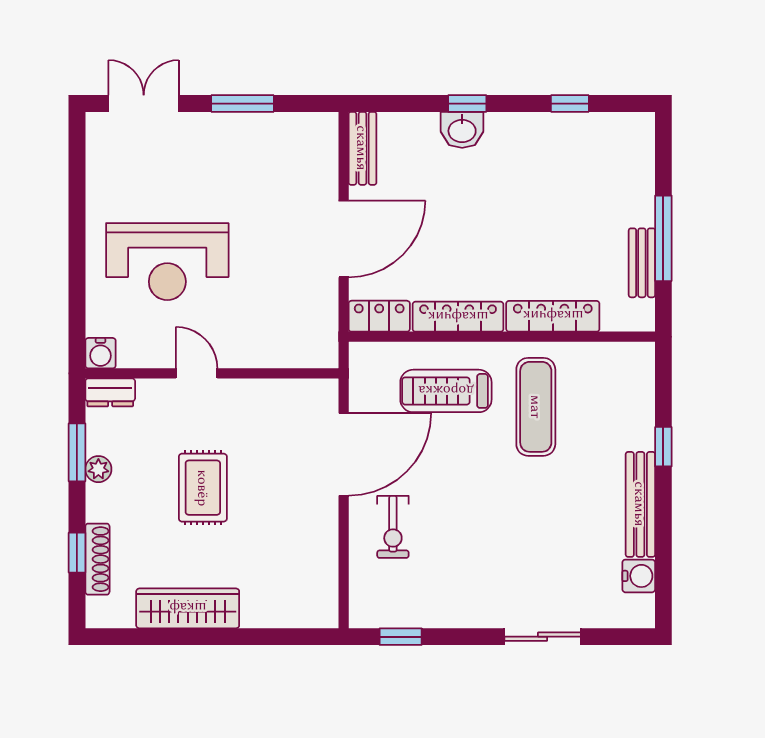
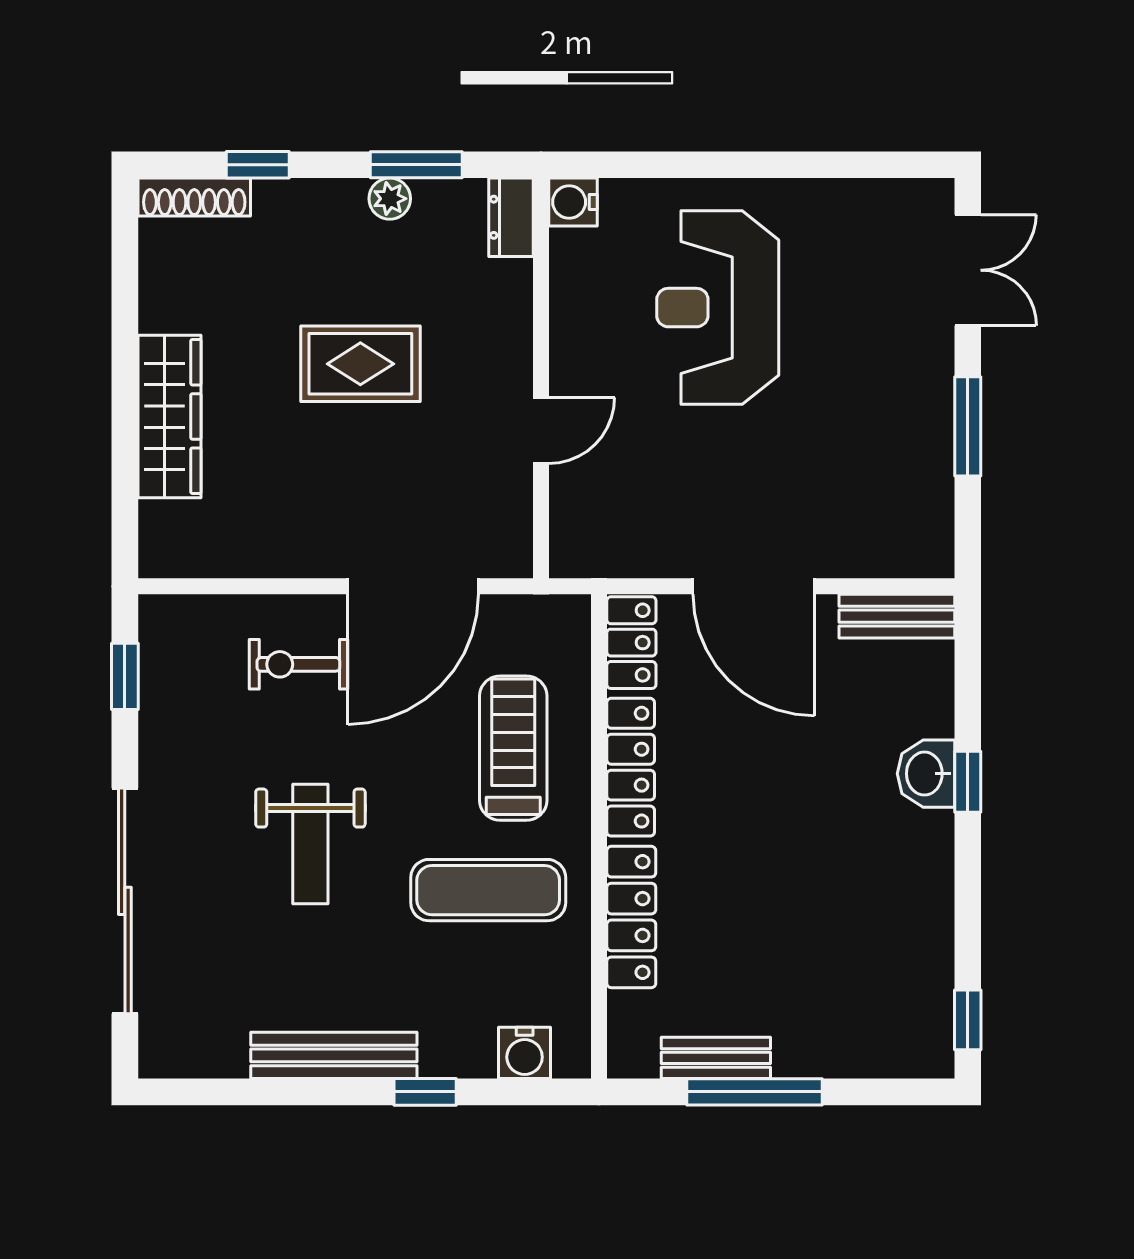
window: (570, 104) -> (968, 1020), moved
door: (197, 373) -> (541, 431), moved
door: (344, 454) -> (413, 586), hinge flipped
weight bench: (507, 519) -> (310, 844), added
shoe rack: (97, 559) -> (194, 197), moved
water cooler: (639, 576) -> (525, 1053), moved
wardrobe: (188, 608) -> (170, 416), moved
sliding door: (543, 637) -> (125, 901), width x1.86

